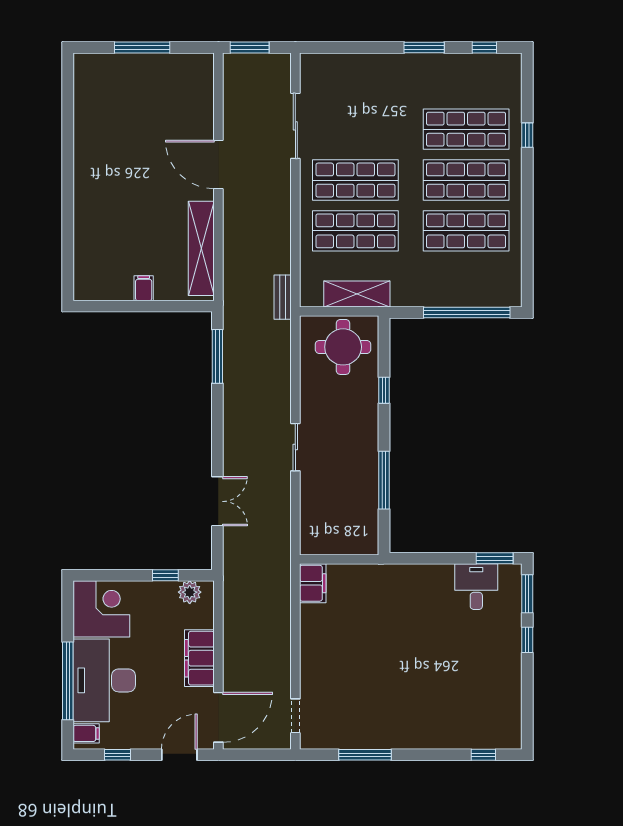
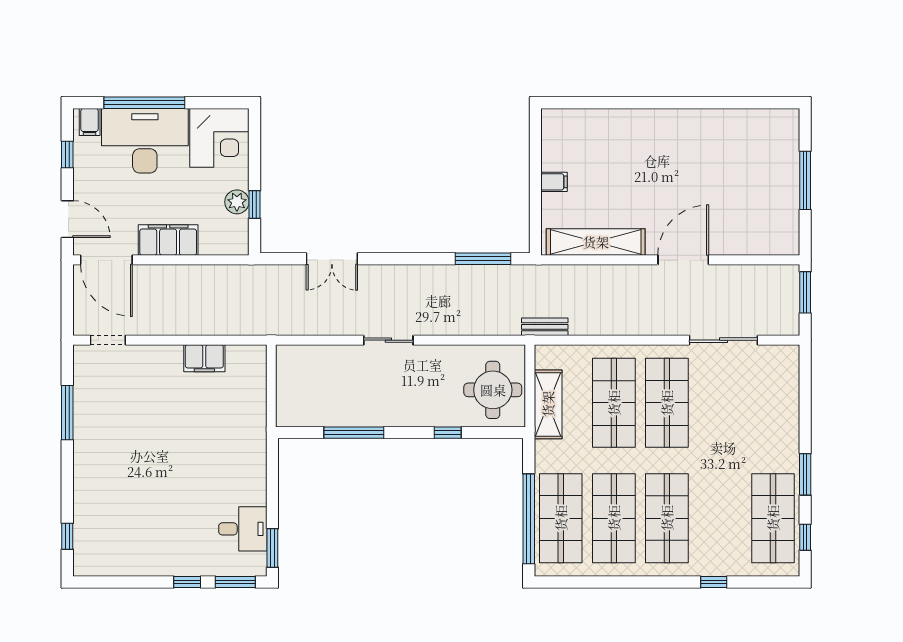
shop shelf: (466, 129) -> (773, 518), moved
shop shelf: (466, 282) -> (561, 518), added
filing cabinet: (313, 583) -> (204, 358), moved
plant: (190, 592) -> (237, 202), moved

